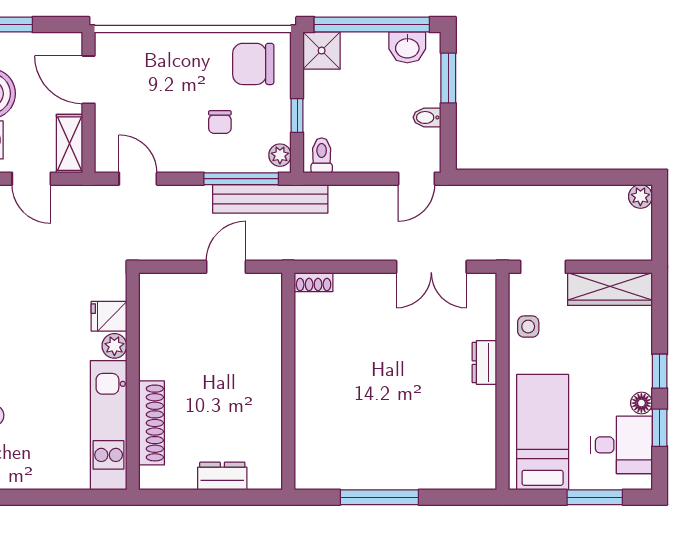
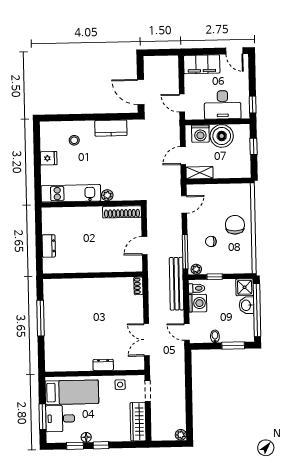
washbasin: (407, 47) -> (246, 305), moved
chair: (253, 64) -> (235, 225), moved
door: (89, 80) -> (229, 181), removed
washing machine: (354, 154) -> (198, 303), added
bench: (270, 199) -> (177, 284), moved
door: (226, 267) -> (145, 246), swing flipped
fridge: (109, 316) -> (49, 158), moved, turned 90
shoe rack: (151, 423) -> (122, 212), moved
desk: (621, 445) -> (60, 419), moved, turned 90

